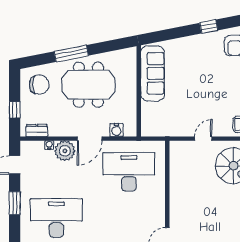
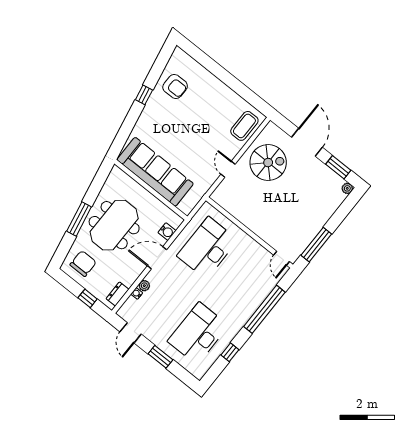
sofa: (153, 73) -> (155, 172), width x1.36, depth x1.27
door: (90, 139) -> (157, 258), swing flipped
plant: (65, 151) -> (144, 286), width x0.53, depth x0.53

